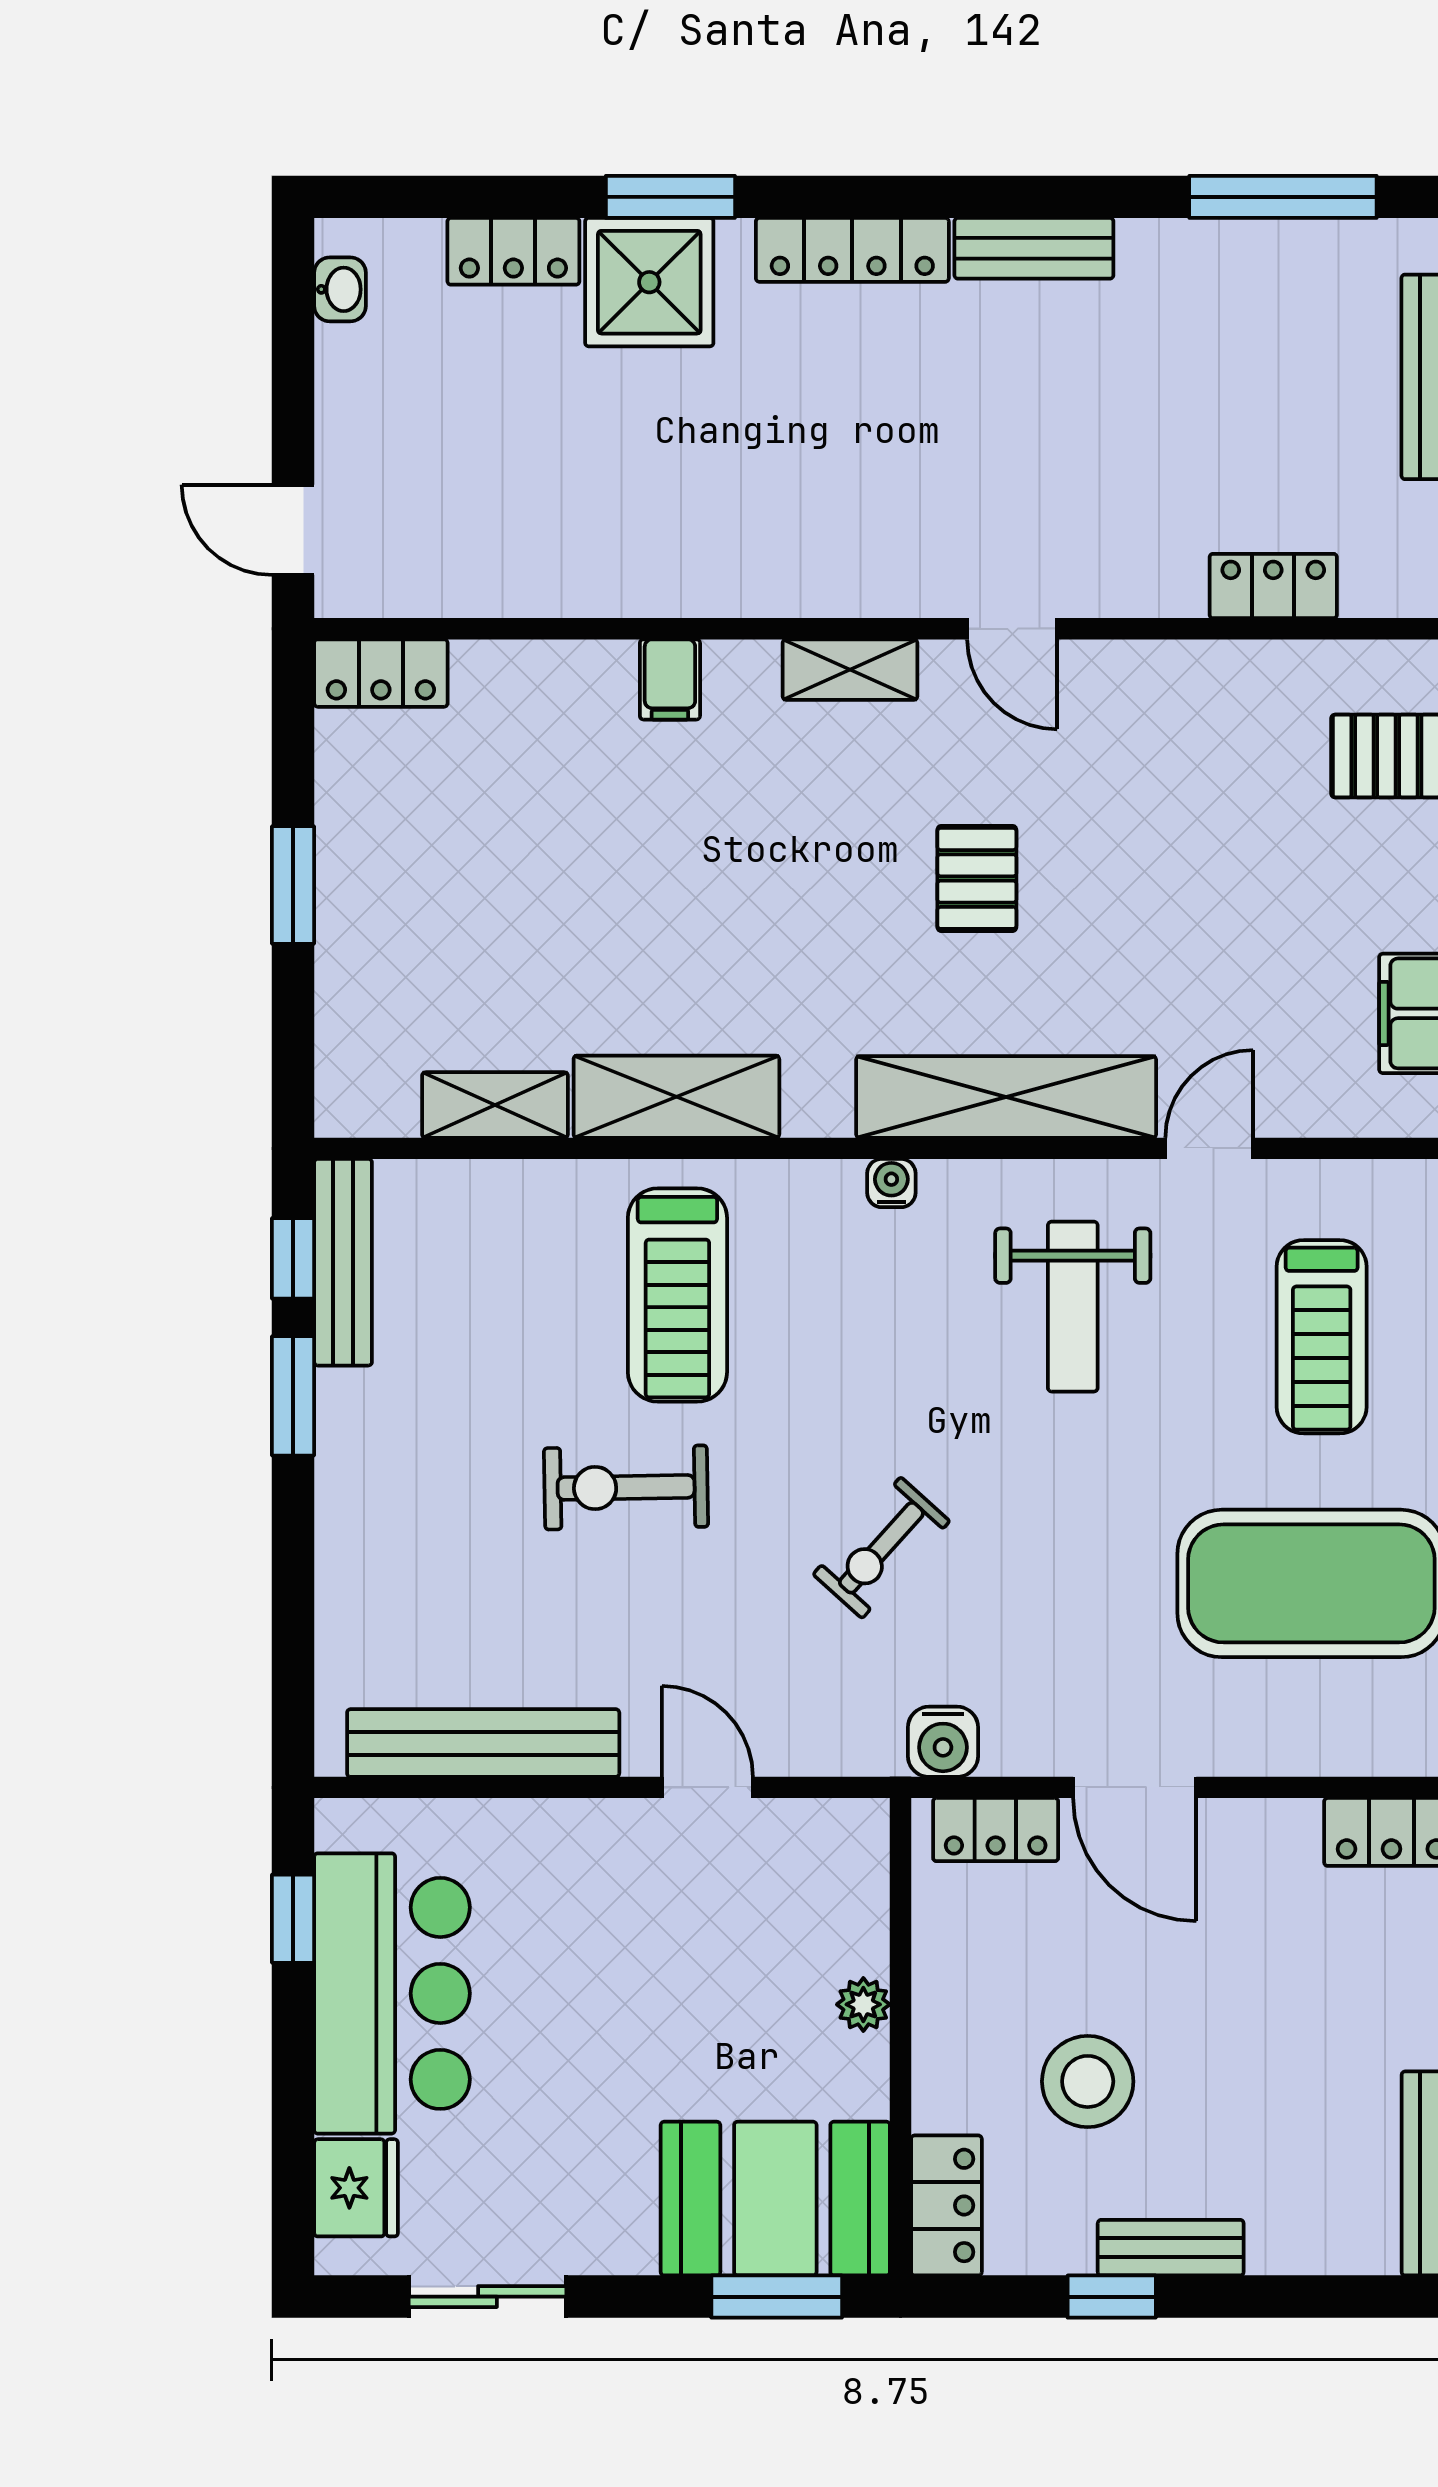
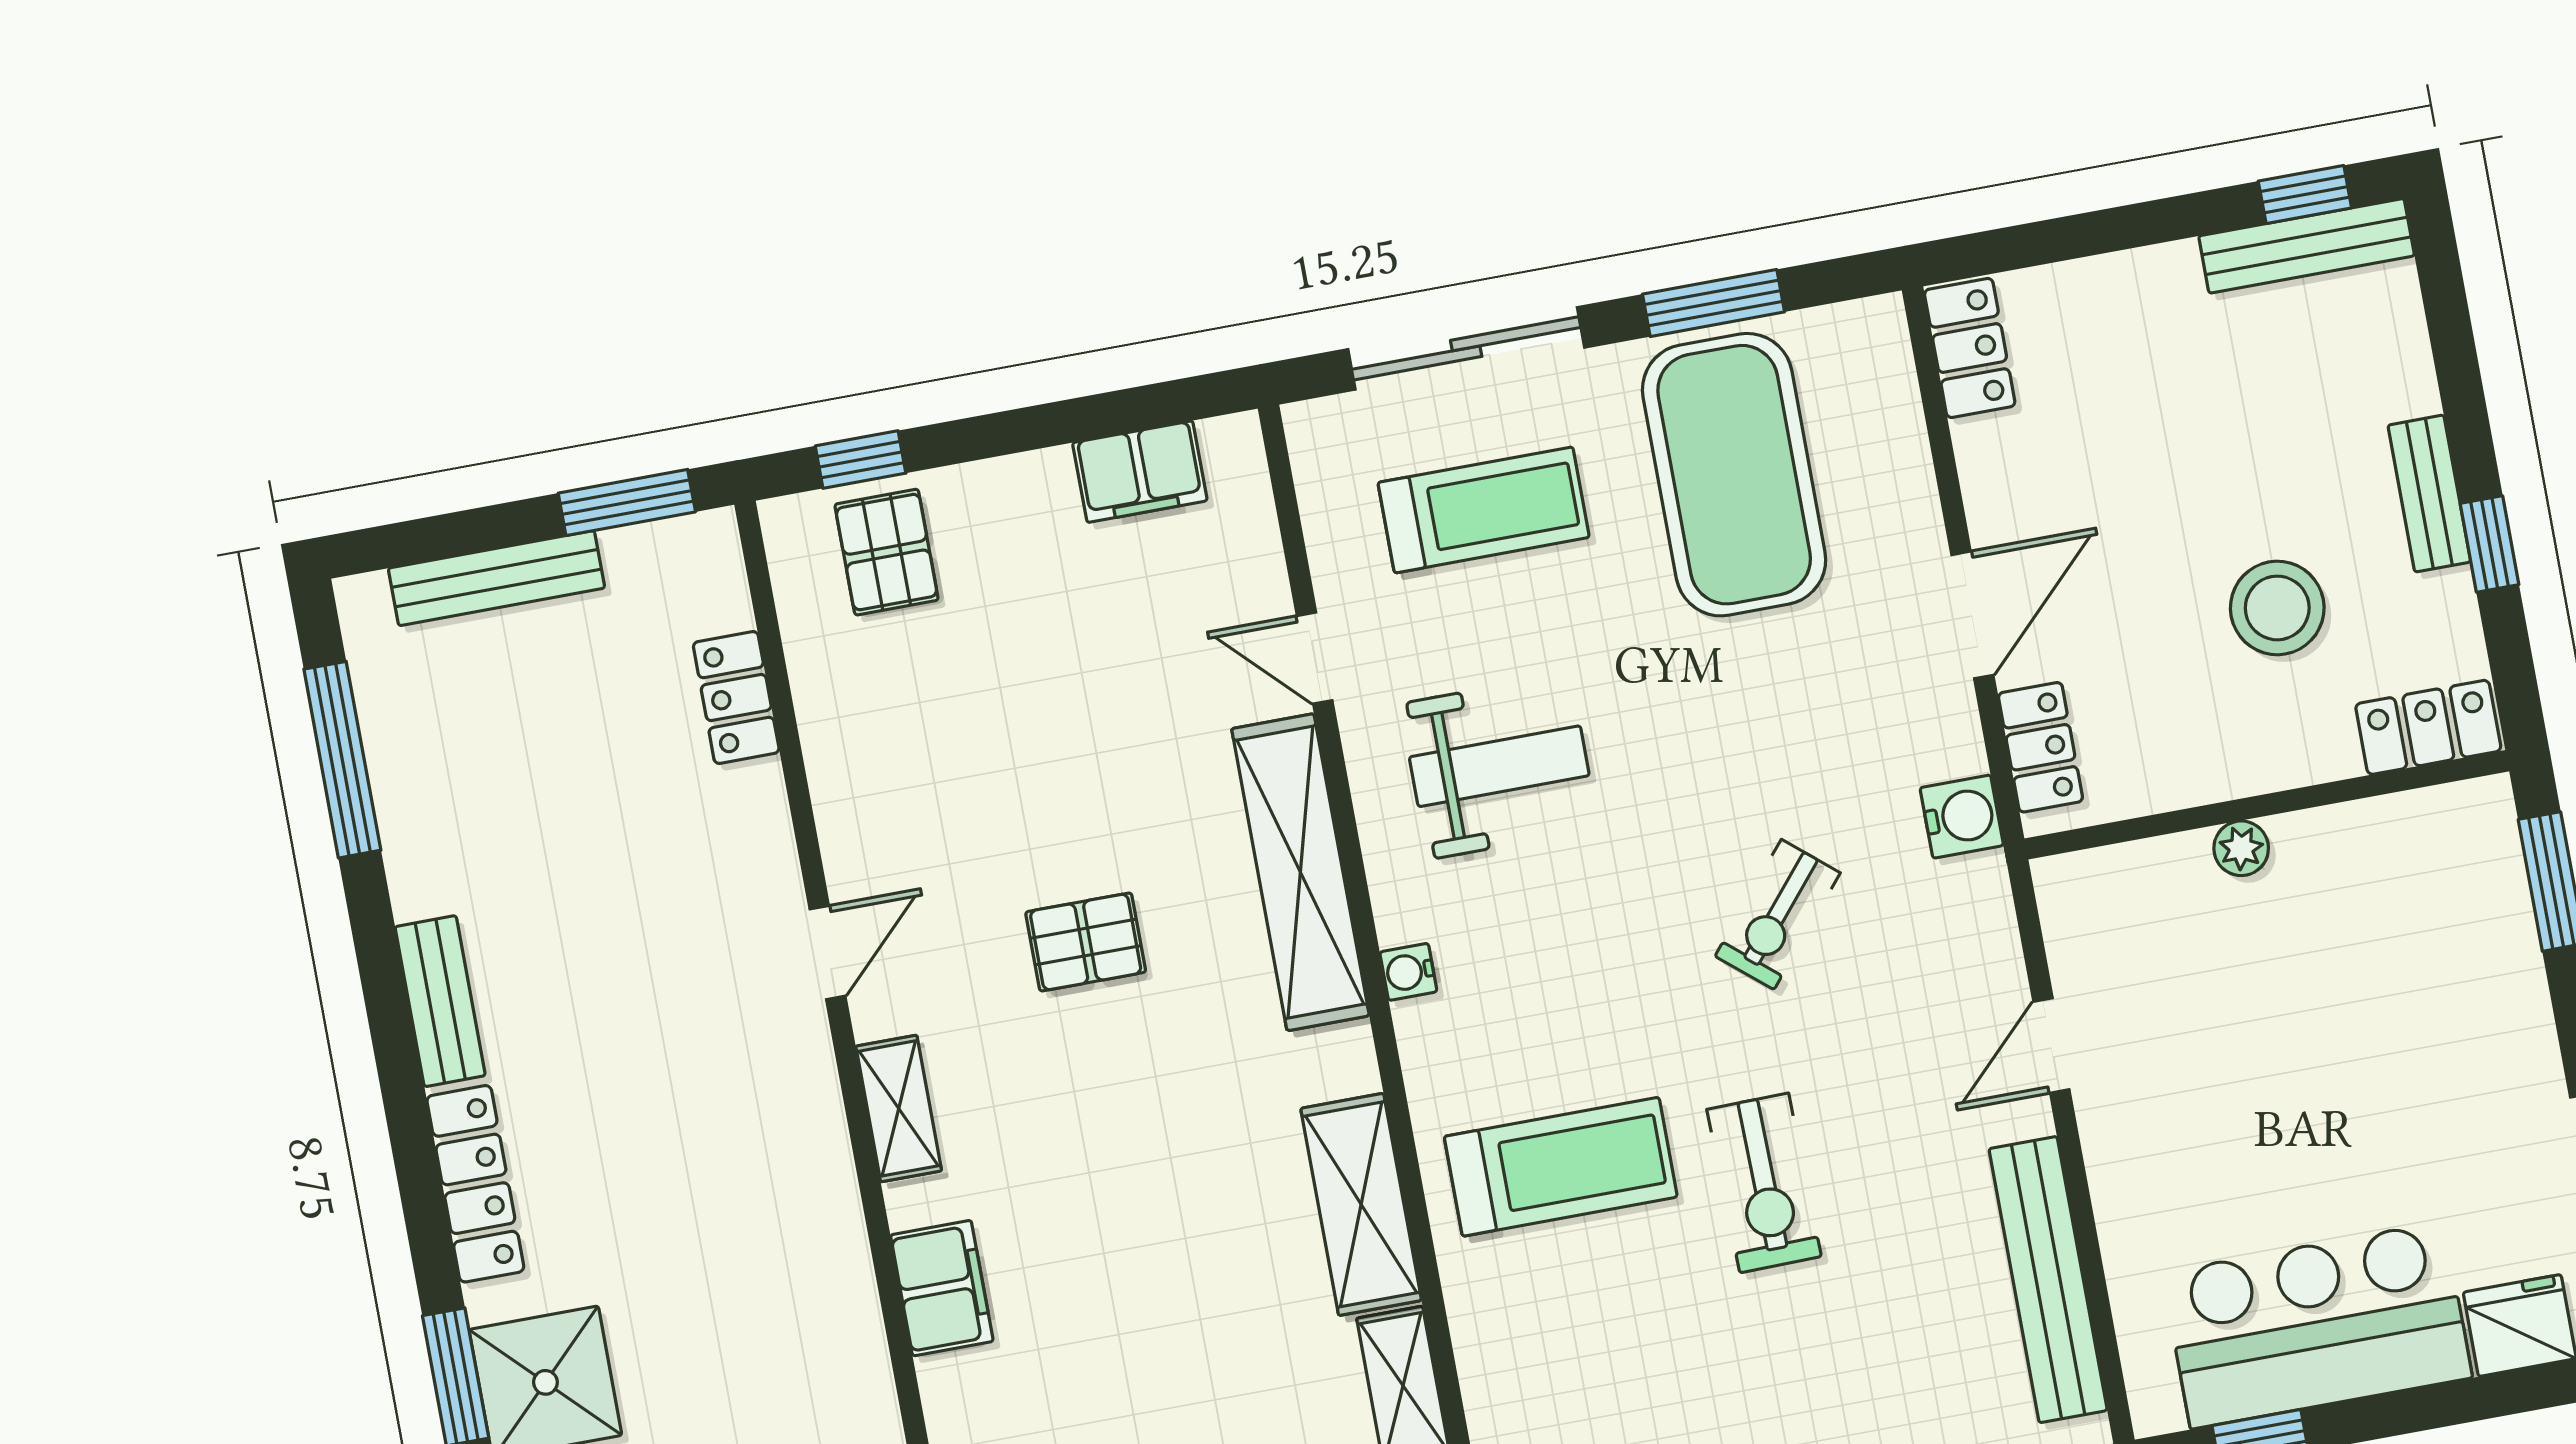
filing cabinet: (670, 679) -> (942, 1288), width x2.00
exercise bike: (881, 1548) -> (1778, 914), turned 88
booth: (775, 2199) -> (2453, 901), removed

